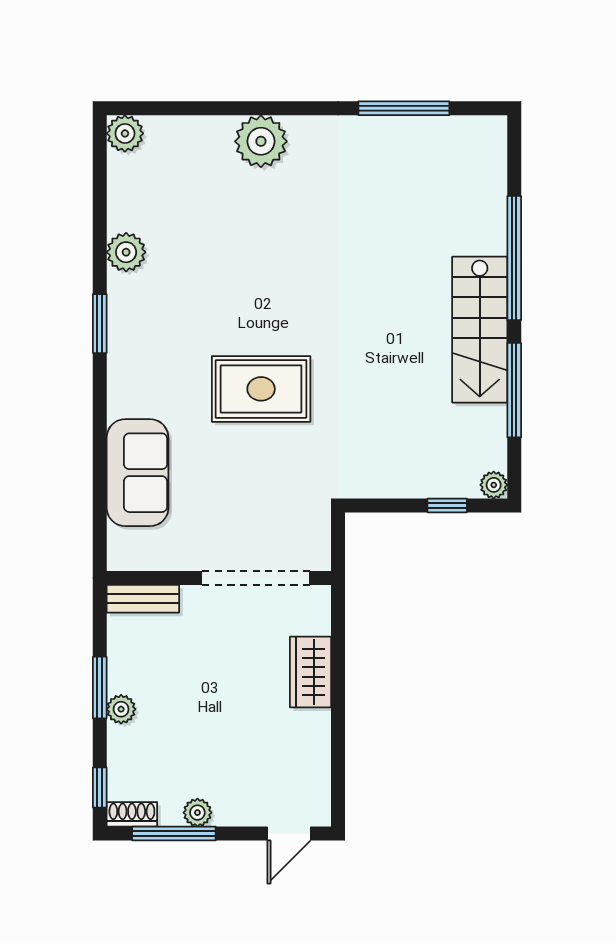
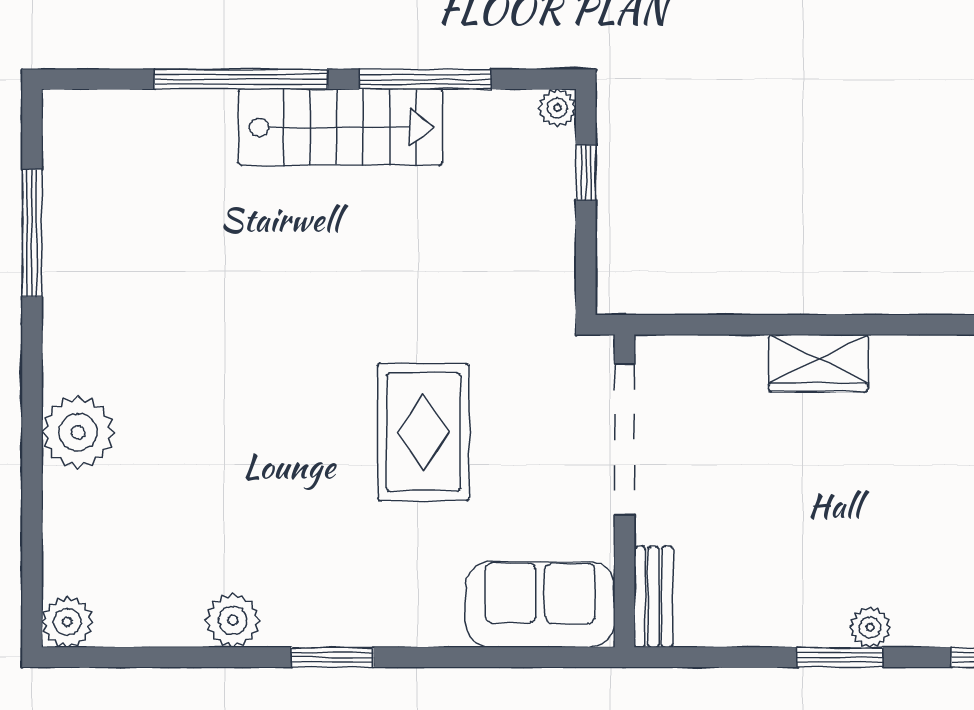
wall: (219, 578) -> (624, 491), moved
doorway: (256, 578) -> (624, 440), moved
bench: (143, 599) -> (653, 597), moved

